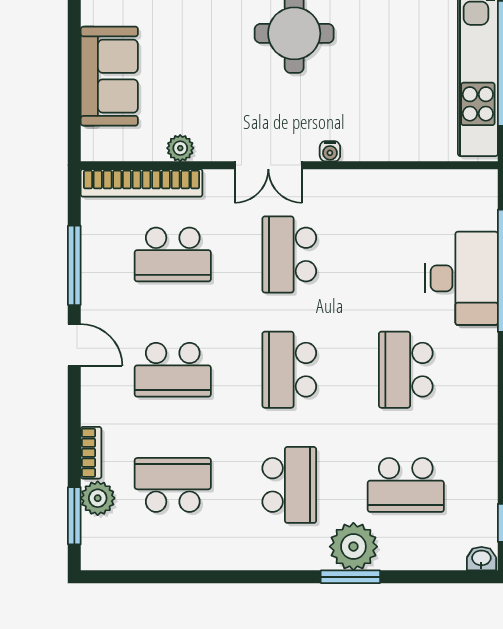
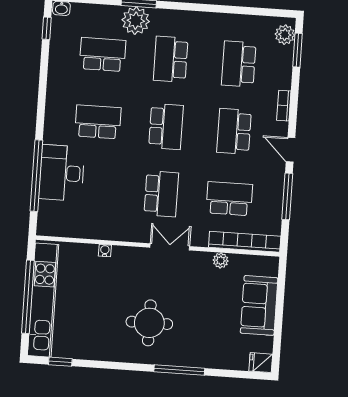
water cooler: (330, 151) -> (105, 251), moved
school desk: (173, 370) -> (234, 131), turned -90
school desk: (406, 370) -> (98, 122), turned -90
bookcase: (91, 453) -> (284, 106), moved
school desk: (173, 485) -> (239, 64), turned 90
plant: (98, 498) -> (285, 35), moved

